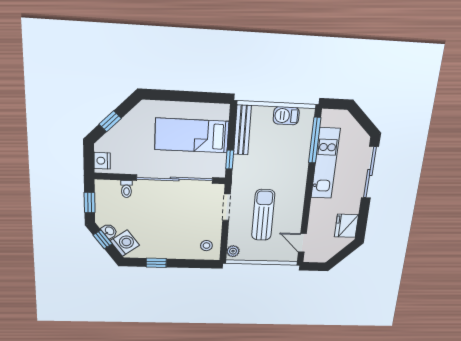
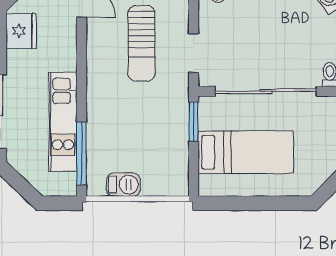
bench: (242, 130) -> (180, 163), removed
window: (230, 160) -> (194, 122), width x1.50

